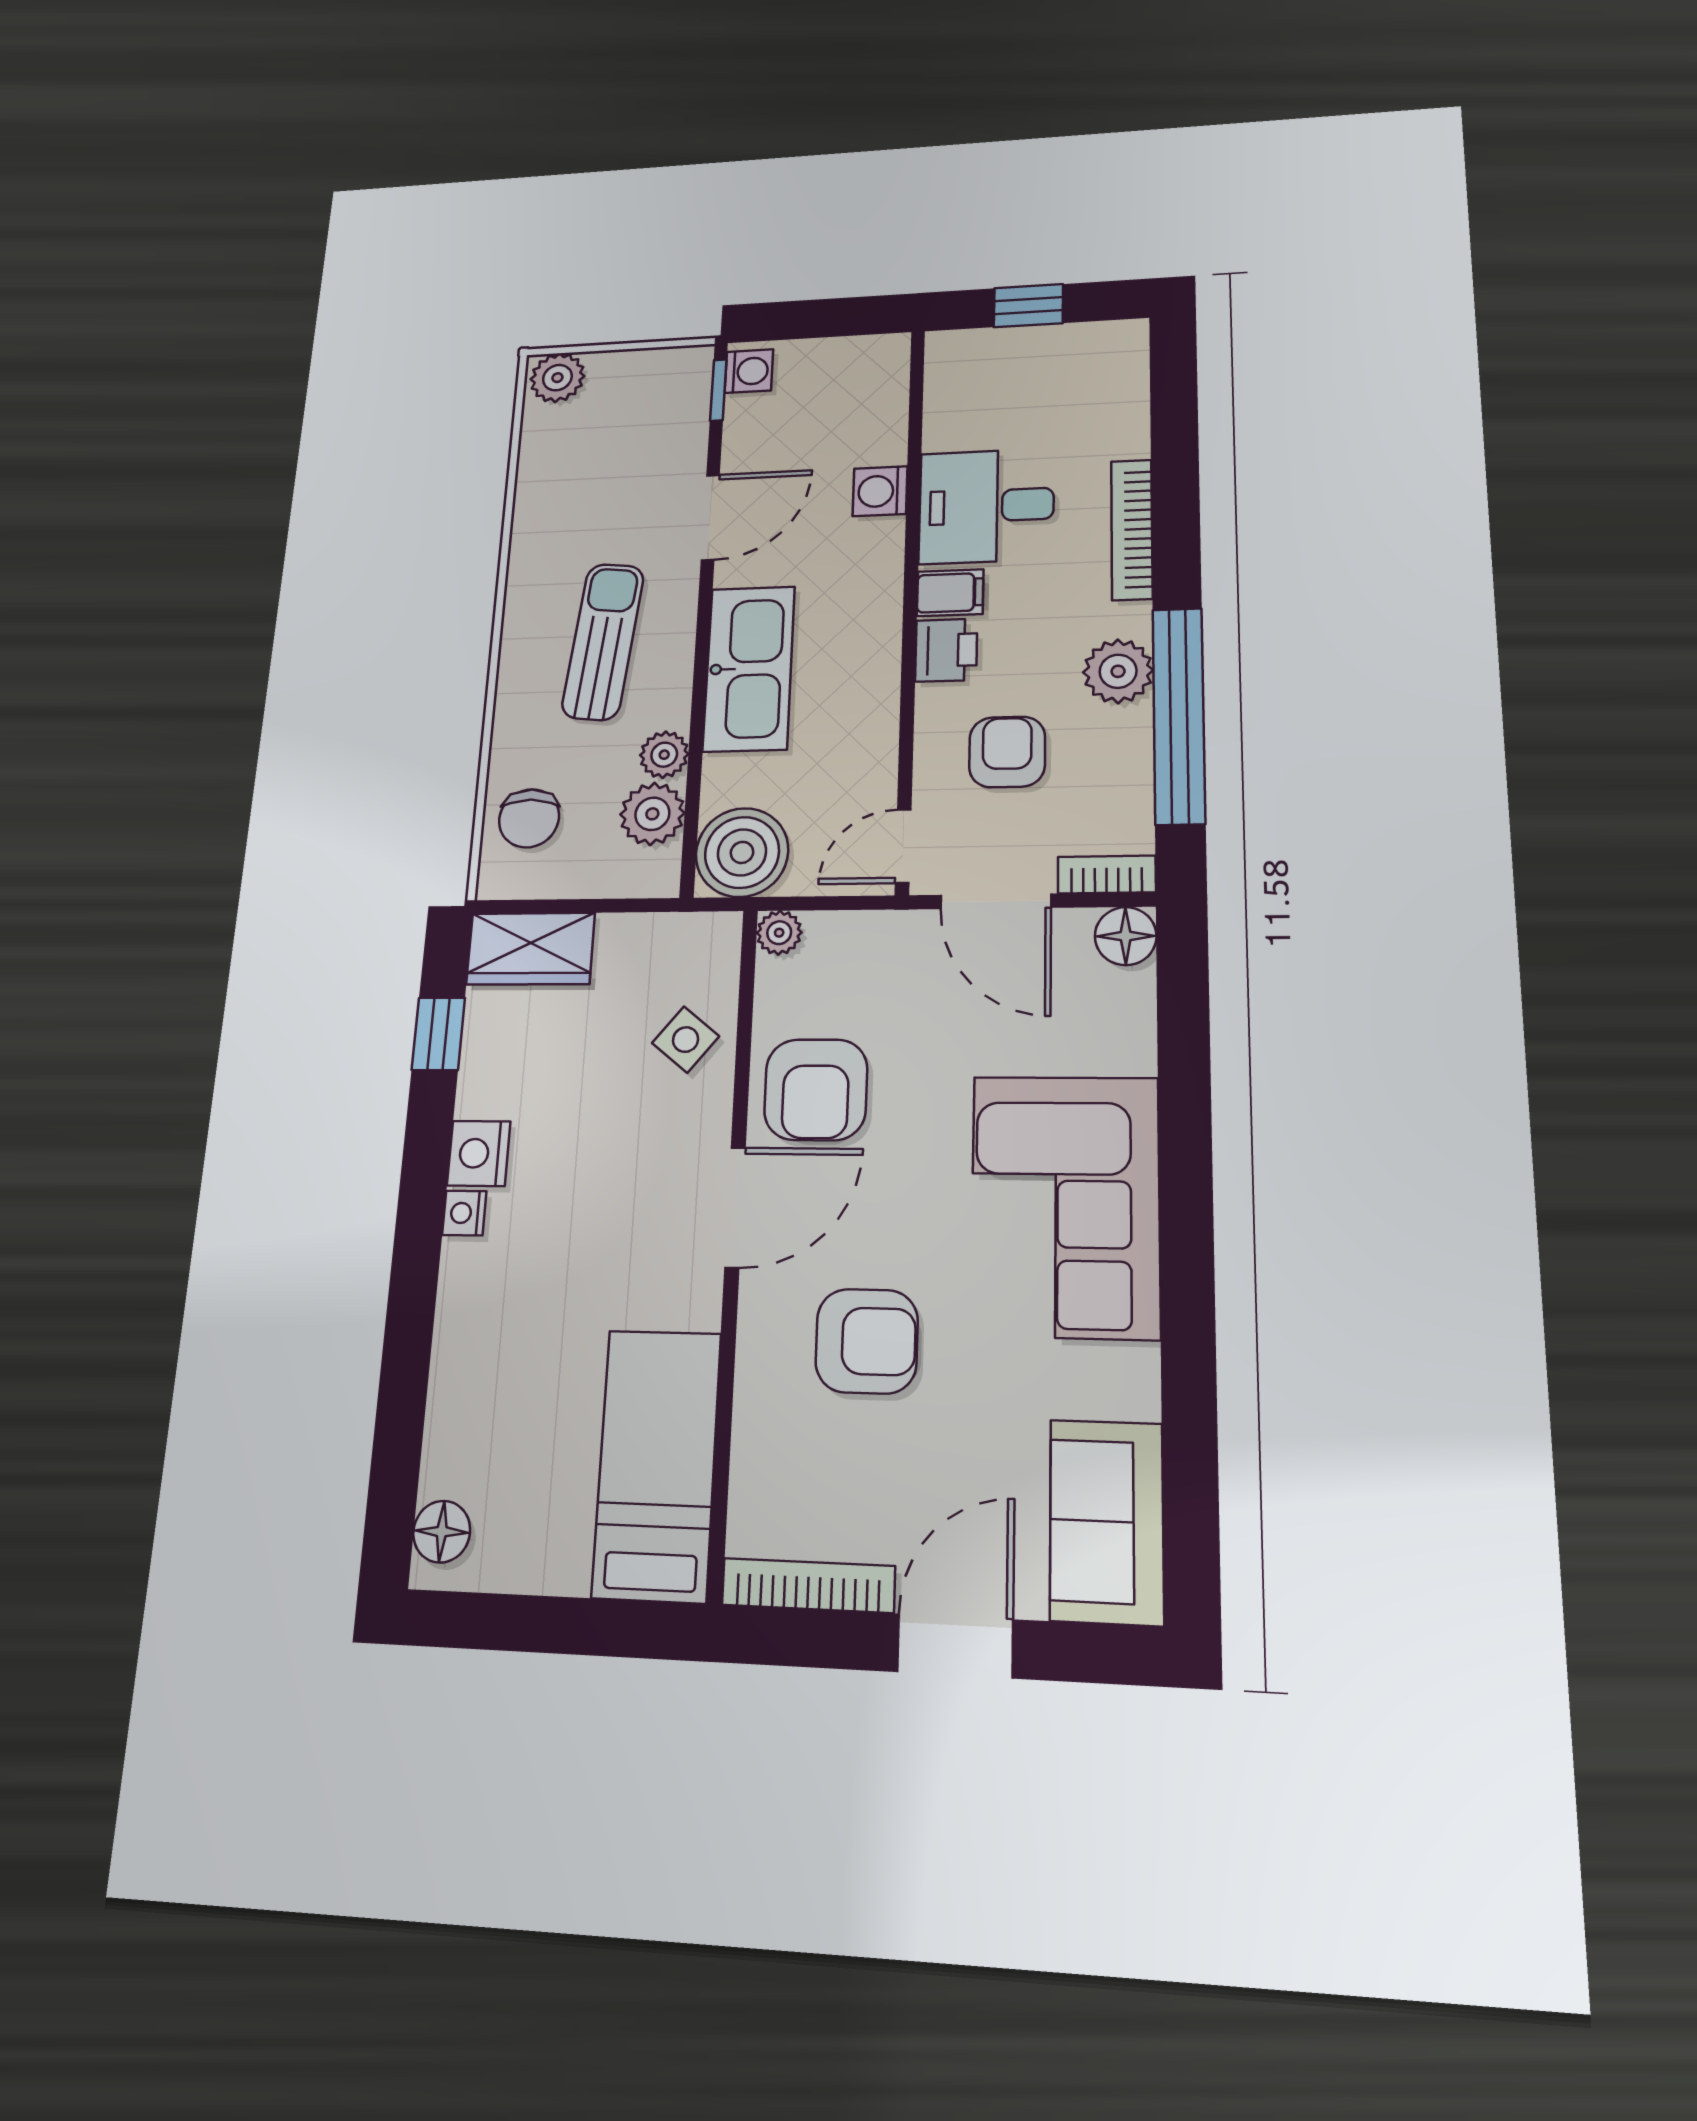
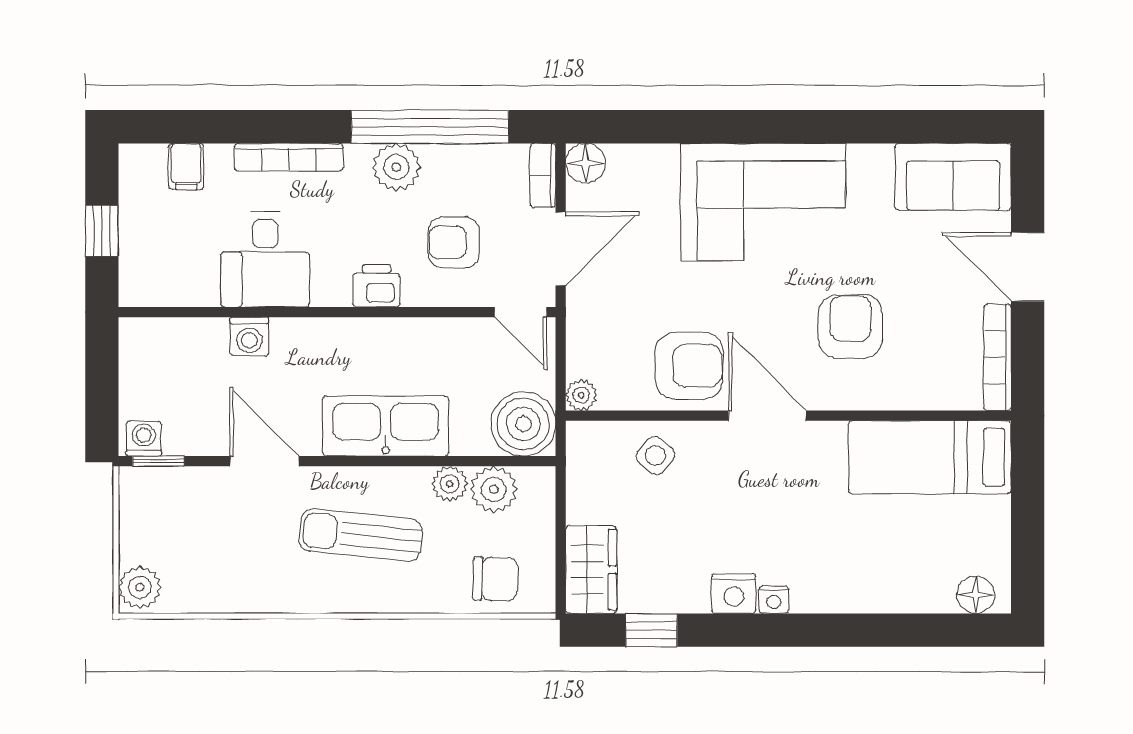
filing cabinet: (950, 593) -> (186, 166), moved, turned 180

